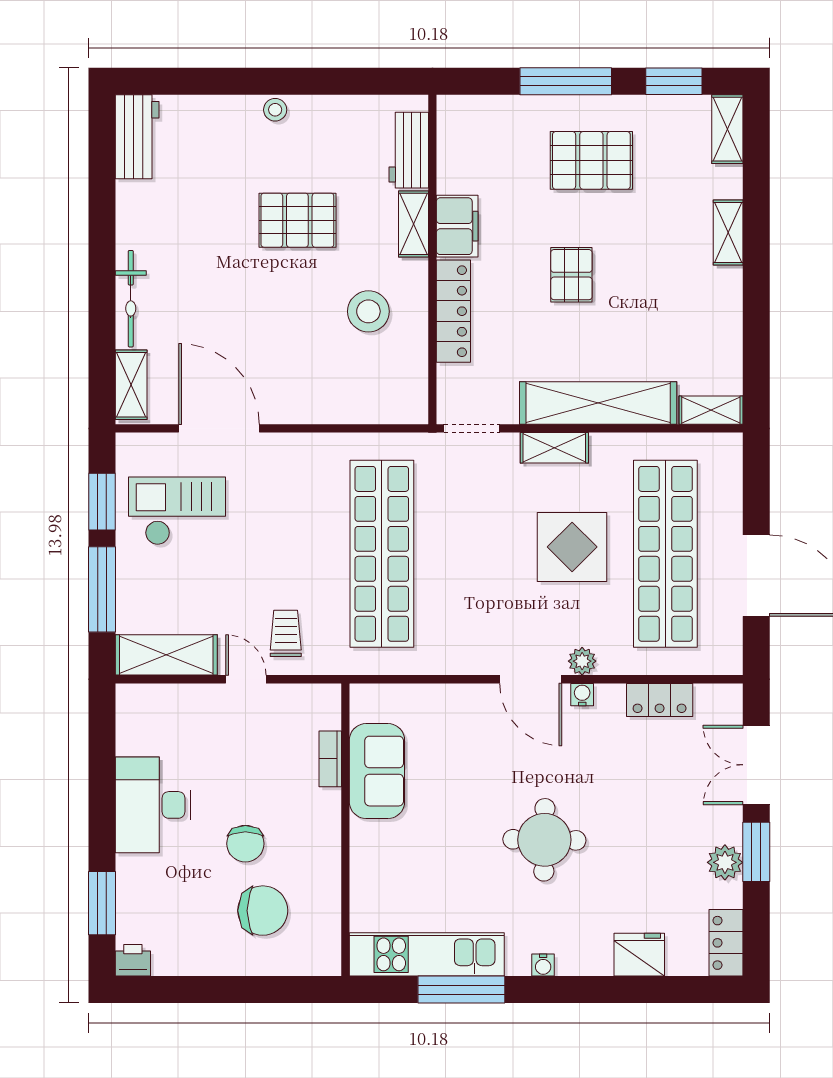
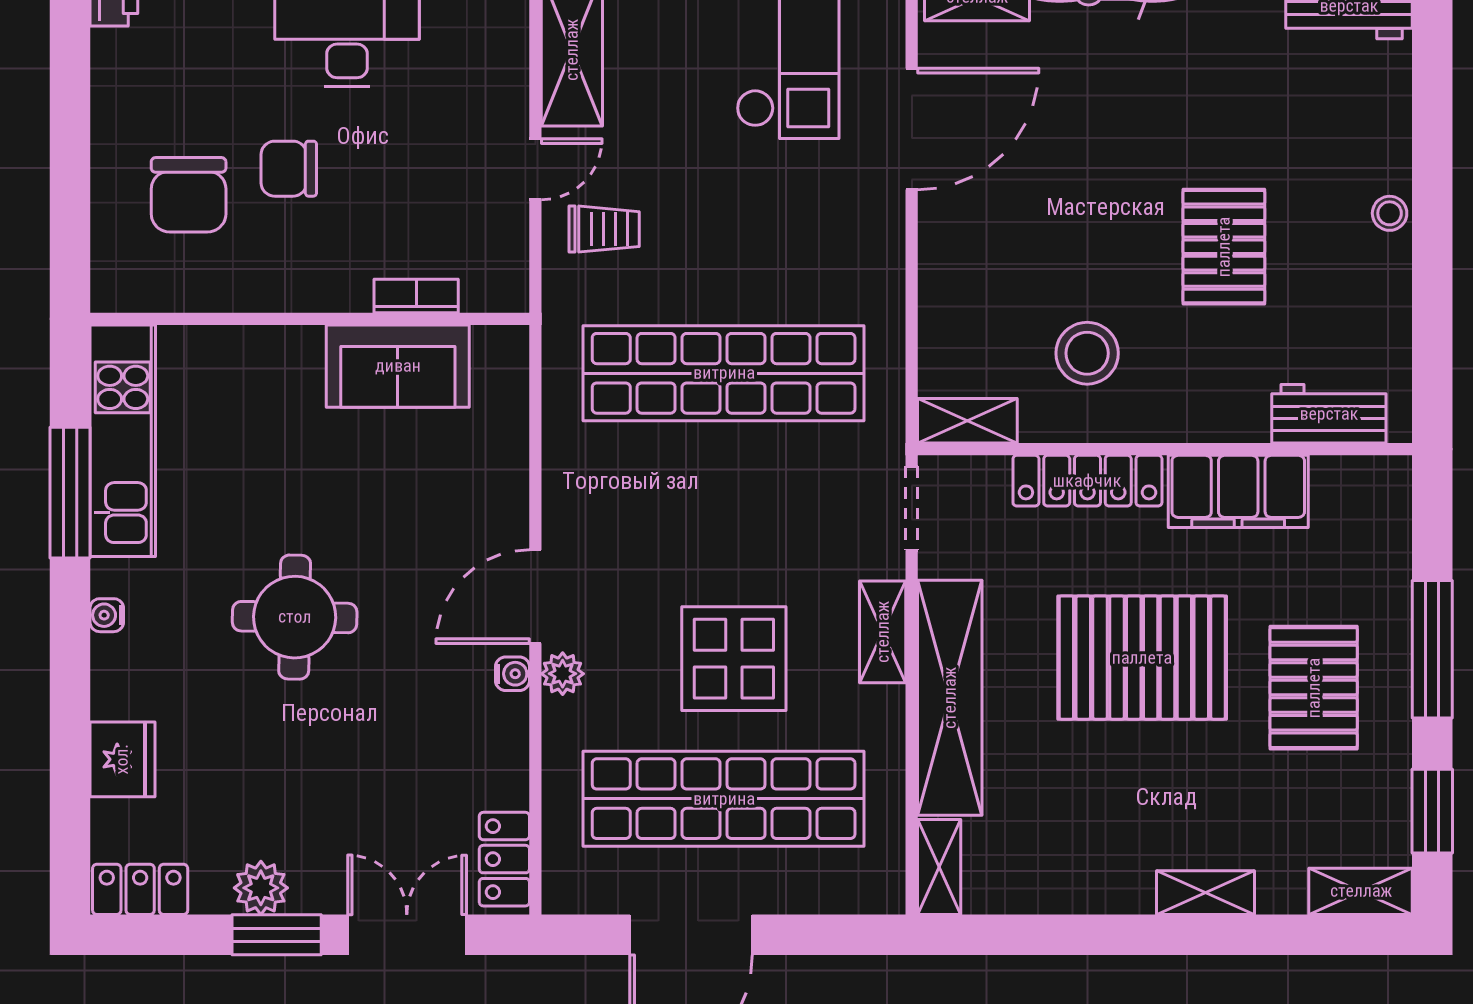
shelving: (414, 224) -> (967, 421), moved
filing cabinet: (457, 226) -> (1238, 491), width x1.50, depth x1.17
pallet: (571, 275) -> (1142, 658), width x2.05, depth x2.00
locker: (660, 700) -> (504, 859), moved

